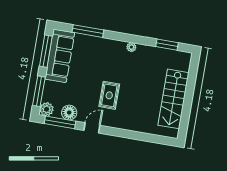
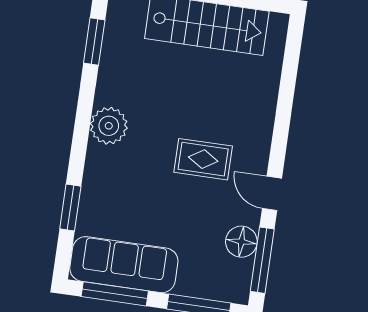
window: (88, 31) -> (70, 207), width x0.69
plant: (131, 47) -> (109, 126), width x1.88, depth x1.88
plant: (47, 109) -> (236, 289), removed

